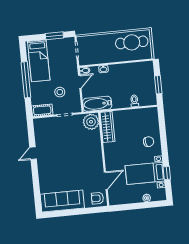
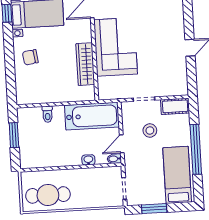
bathtub: (97, 104) -> (92, 116), width x1.36, depth x1.36
plant: (91, 122) -> (108, 88), removed
wardrobe: (107, 127) -> (85, 64), moved
corner sofa: (87, 152) -> (116, 47), added

